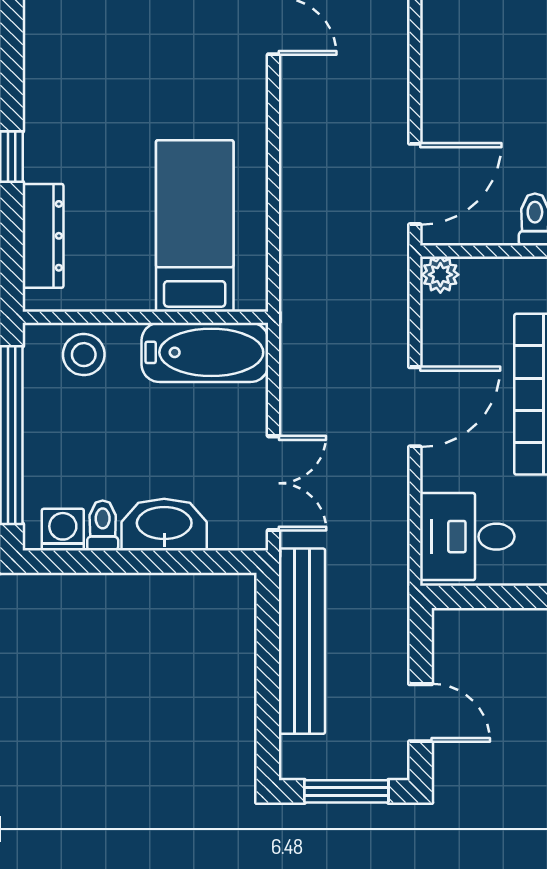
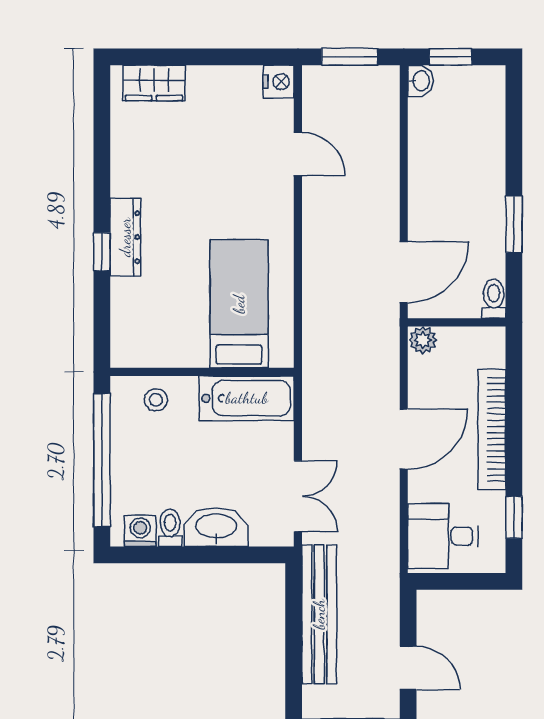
dresser: (43, 236) -> (125, 237), moved
stool: (84, 355) -> (156, 400), width x0.73, depth x0.73

